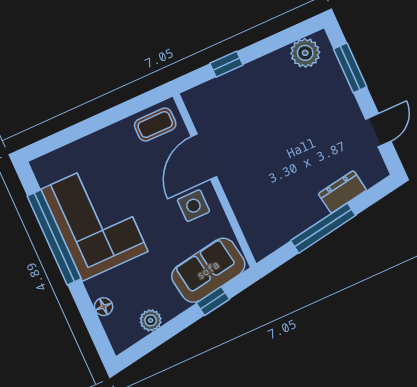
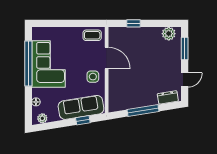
door: (204, 157) -> (107, 58), swing flipped
dresser: (342, 192) -> (168, 97), moved
sofa: (208, 270) -> (81, 107), width x1.36
plant: (151, 320) -> (42, 118), moved

